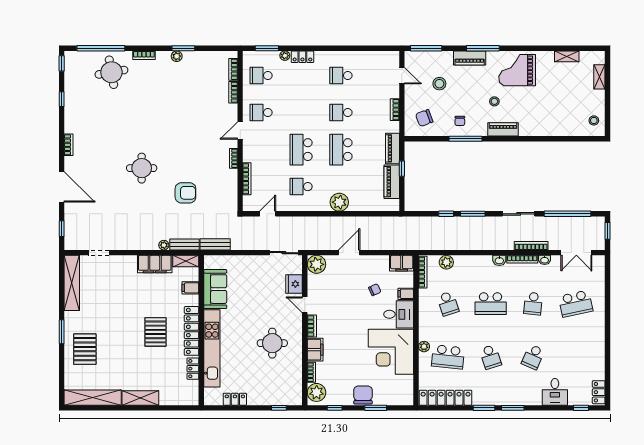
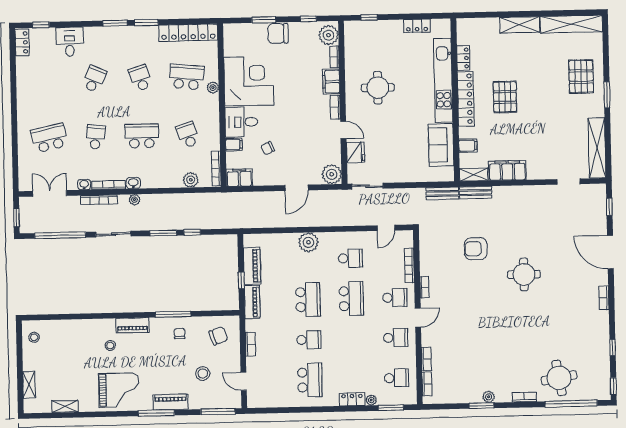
school desk: (341, 75) -> (310, 380), width x1.85
stool: (494, 101) -> (110, 345), moved
school desk: (261, 150) -> (395, 298), added
plant: (164, 245) -> (135, 200), moved
chair: (363, 395) -> (278, 33), turned 90

